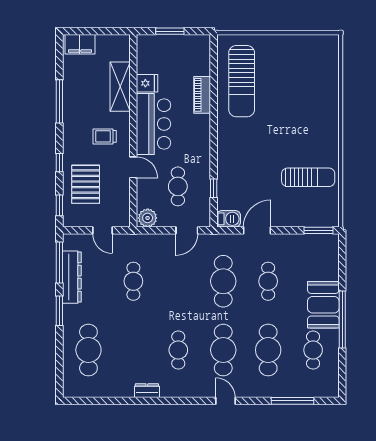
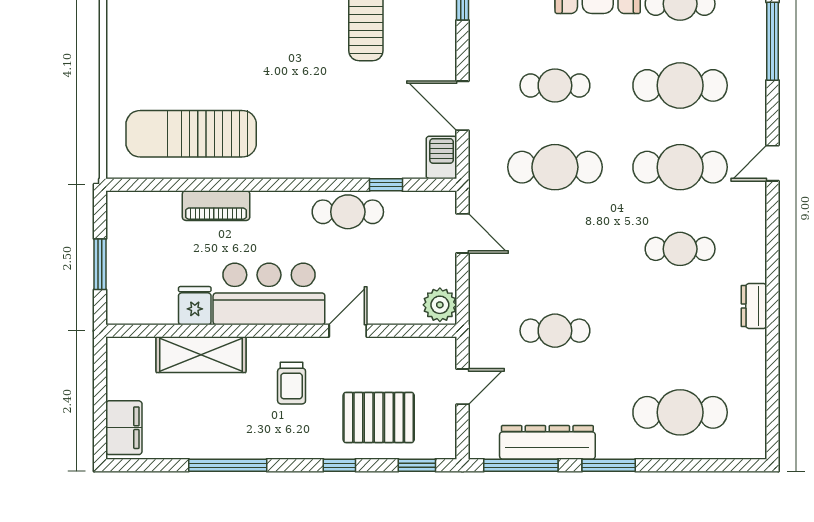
sun lounger: (242, 81) -> (191, 134), turned 180
cafe table: (178, 186) -> (348, 212), moved

